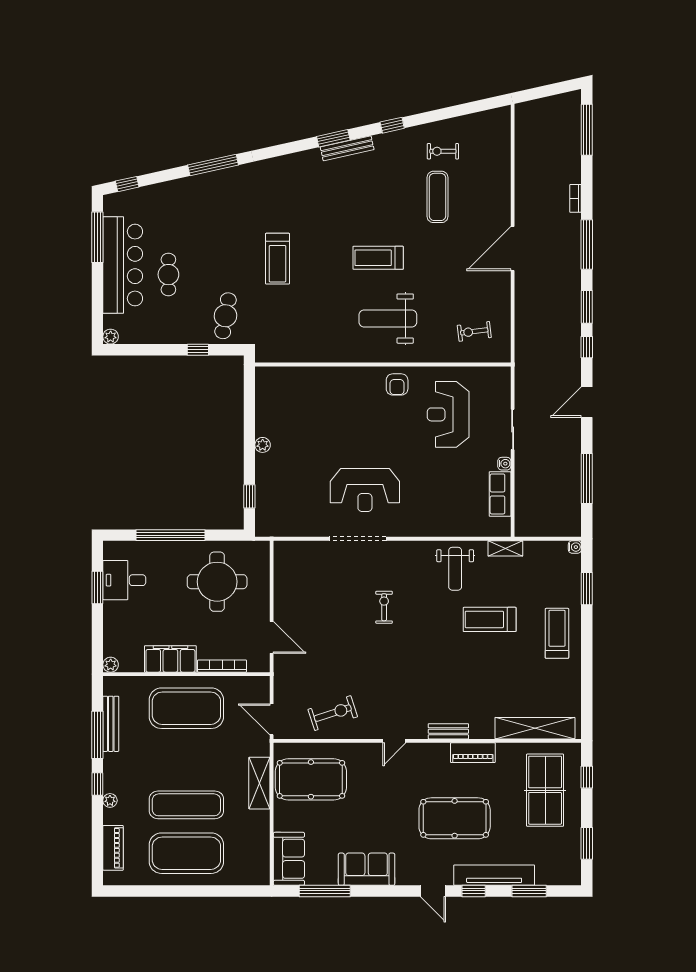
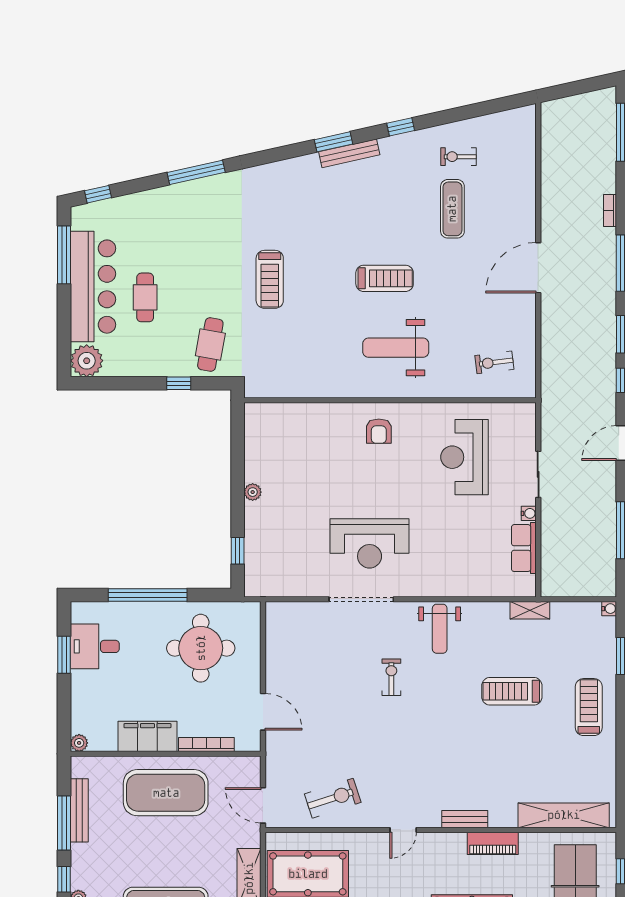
treadmill: (378, 258) -> (385, 278), turned 180
plant: (111, 337) -> (87, 361), width x1.87, depth x1.87
armchair: (397, 384) -> (379, 431), moved
weight bench: (455, 569) -> (440, 629), moved

